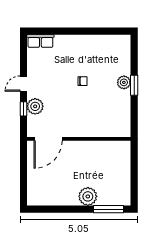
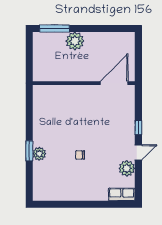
plant: (35, 106) -> (127, 168), moved
door: (48, 139) -> (114, 83), moved
wall: (79, 139) -> (84, 83), moved

